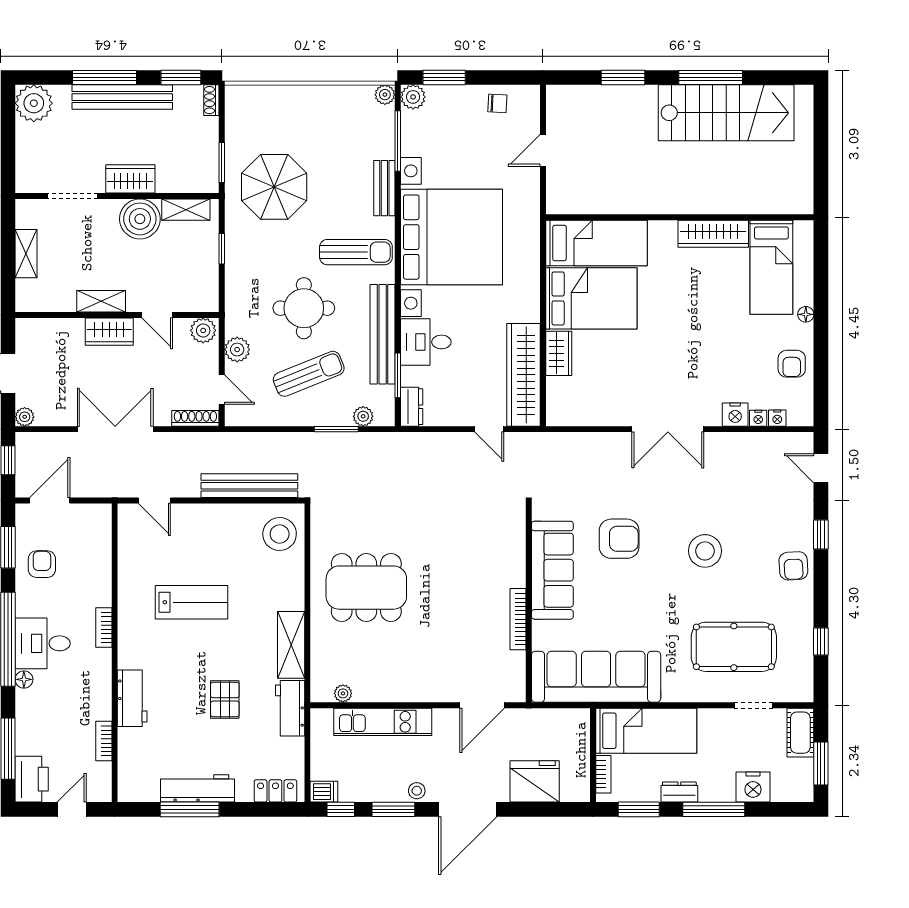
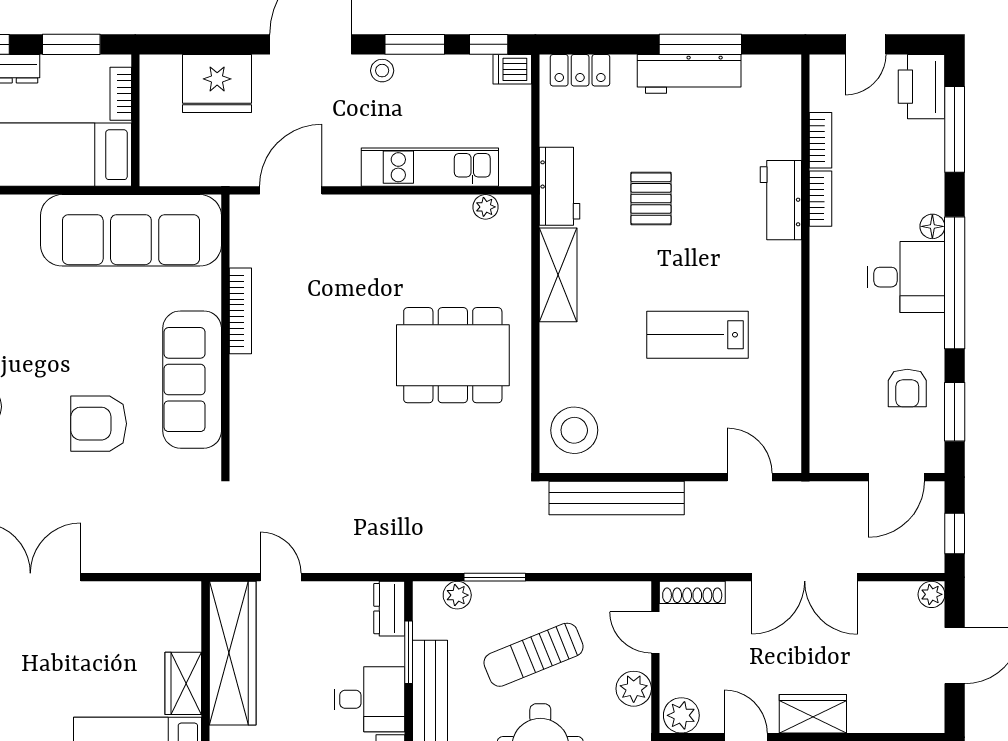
bookcase: (104, 628) -> (820, 199), moved

